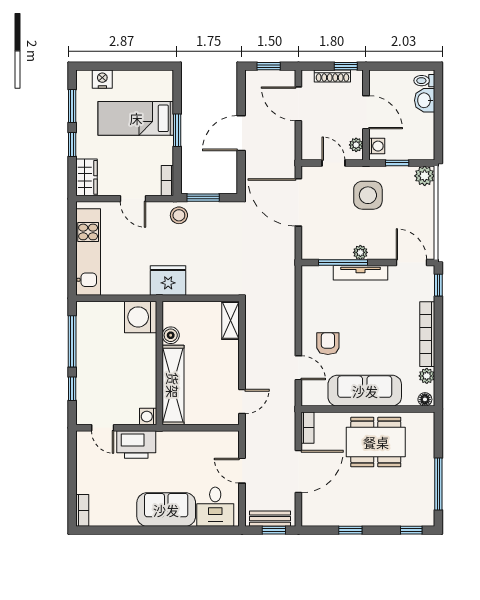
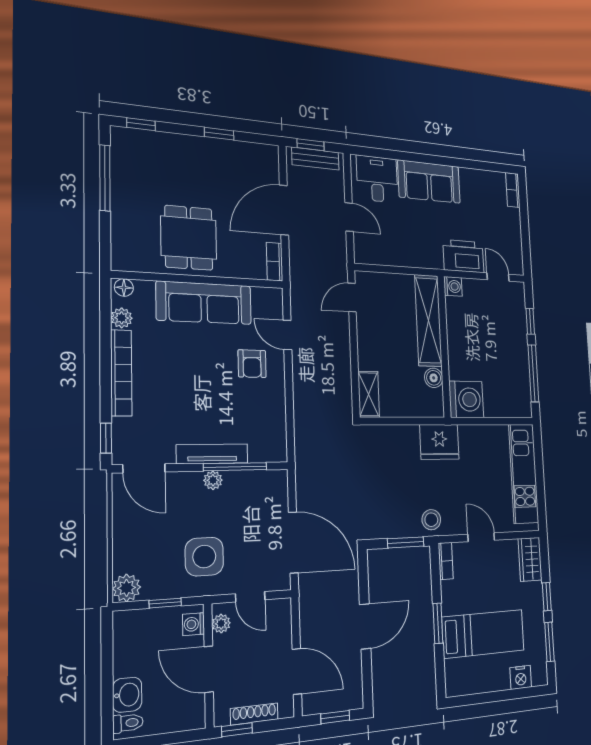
dining table: (376, 442) -> (189, 238), width x0.73

